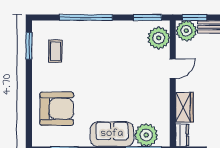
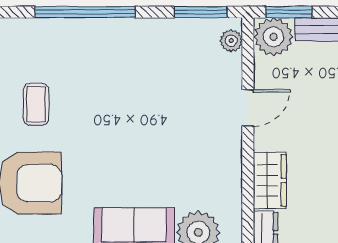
plant: (159, 38) -> (231, 41), width x0.53, depth x0.53
coffee table: (55, 51) -> (36, 104), moved

